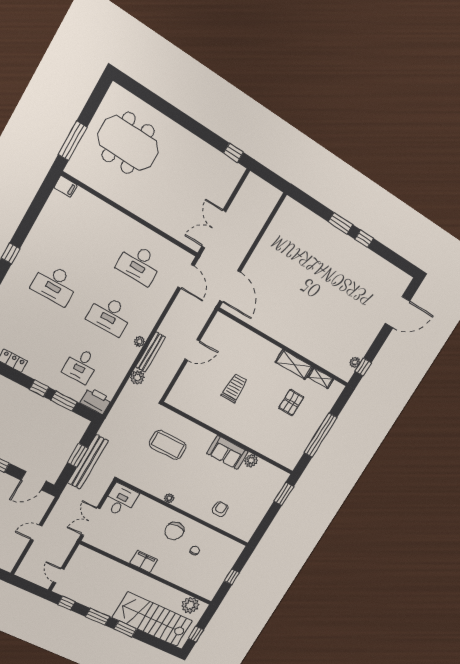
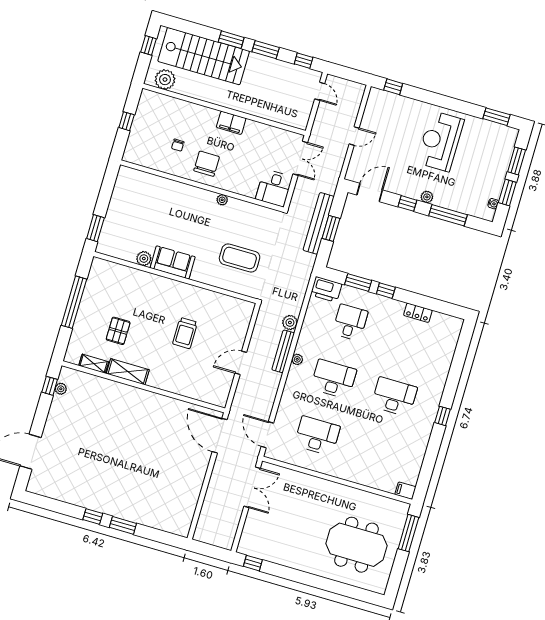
armchair: (220, 509) -> (163, 198), removed

